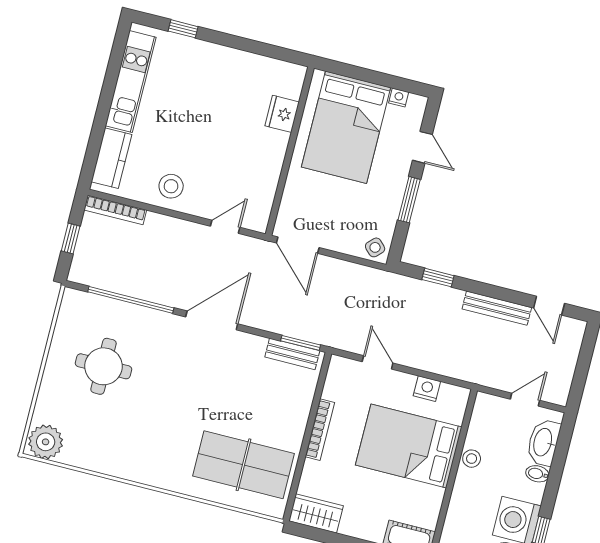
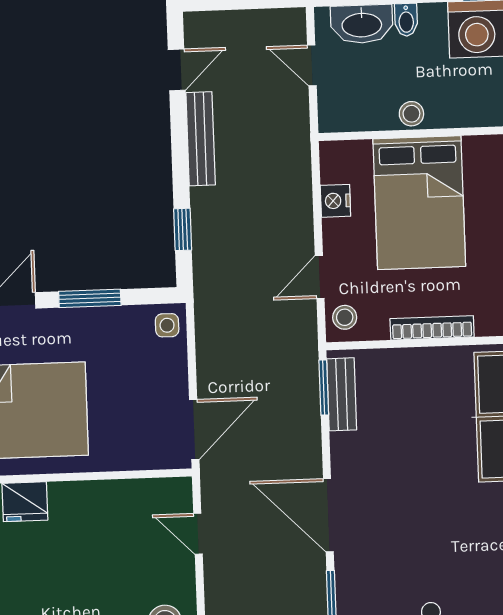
side table: (375, 247) -> (167, 325), turned 45
stool: (345, 371) -> (345, 317), added

